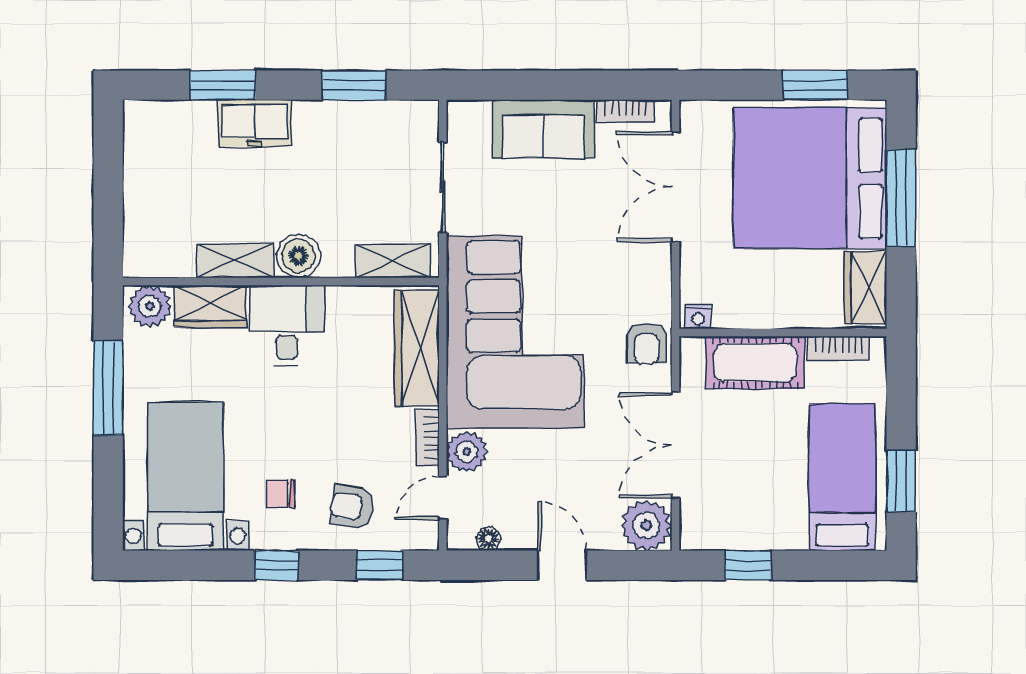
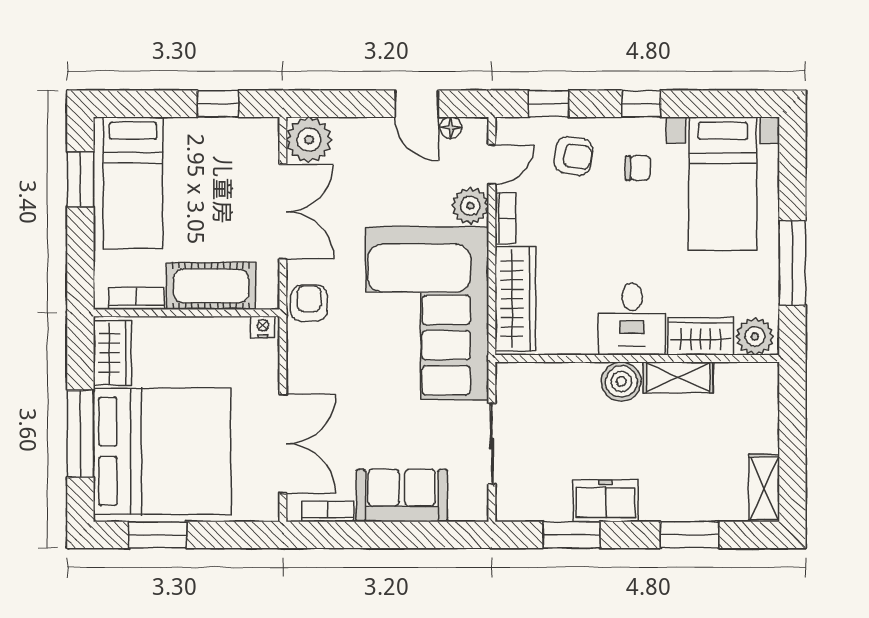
freezer: (255, 123) -> (606, 501), moved
shelving: (393, 261) -> (764, 488), moved, turned 90
door: (562, 565) -> (417, 104), moved

